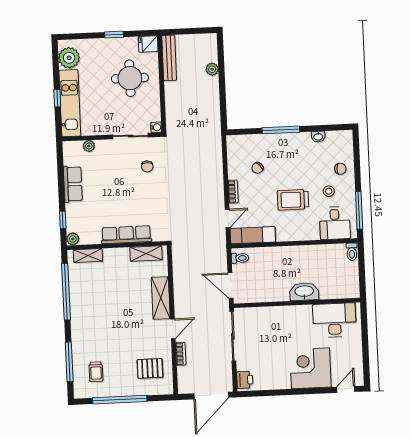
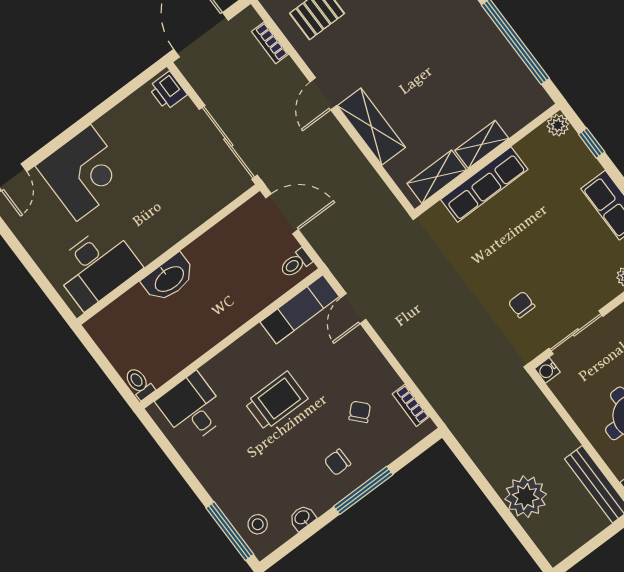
plant: (212, 69) -> (526, 497), width x1.87, depth x1.87
chair: (340, 169) -> (337, 462), moved
stool: (329, 191) -> (258, 524), moved
bookcase: (233, 192) -> (411, 405), moved
window: (359, 210) -> (230, 531), moved
shelving: (88, 255) -> (482, 144), moved
bookcase: (181, 354) -> (270, 43), moved

